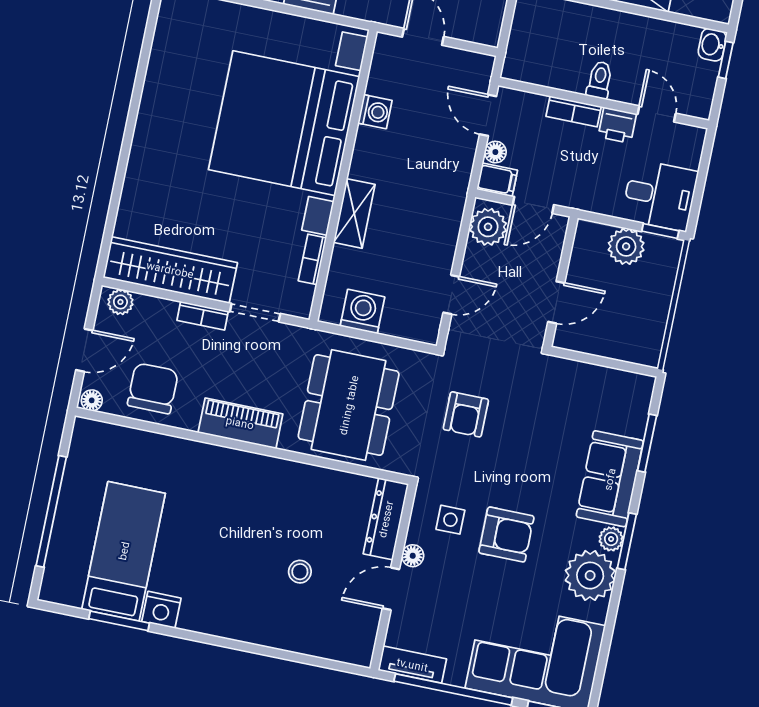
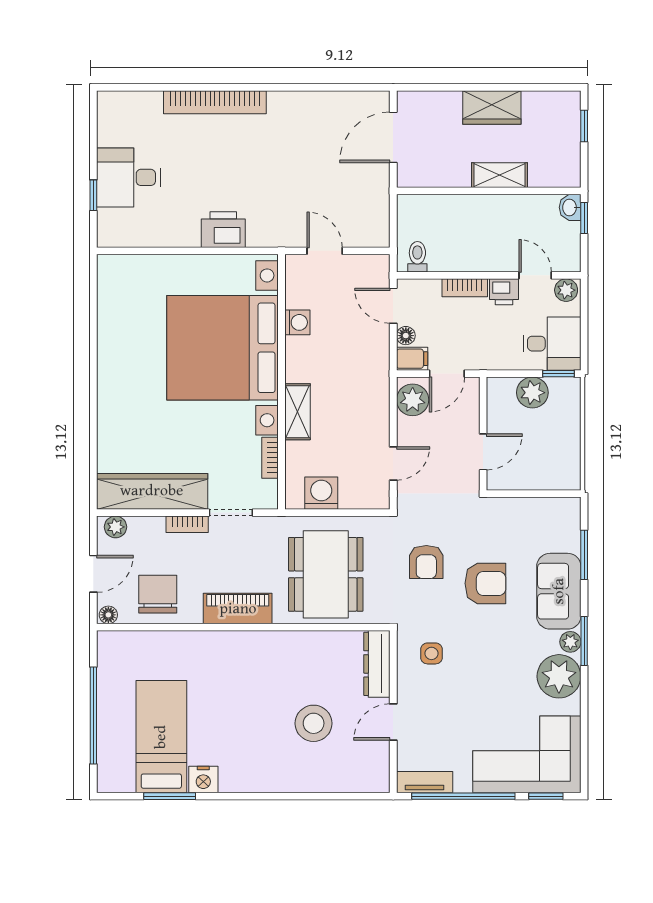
toilet: (600, 80) -> (417, 257), moved
plant: (688, 138) -> (566, 290), added
armchair: (506, 535) -> (485, 583), moved
floor lamp: (413, 556) -> (406, 690), removed
stool: (300, 572) -> (314, 723), width x1.89, depth x1.89

